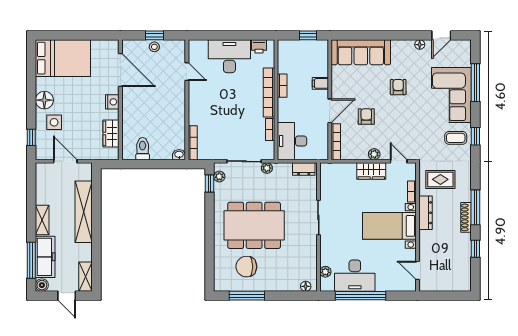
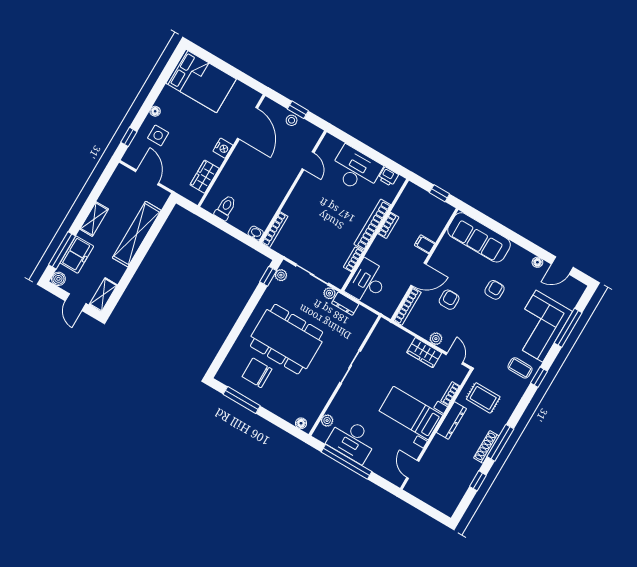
floor lamp: (44, 100) -> (155, 111), width x0.53, depth x0.53
dresser: (304, 169) -> (345, 304), moved
freezer: (45, 257) -> (77, 255), width x0.71

